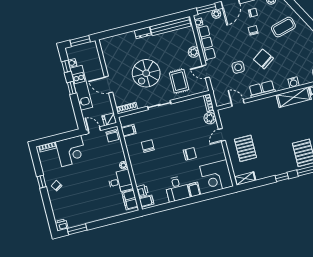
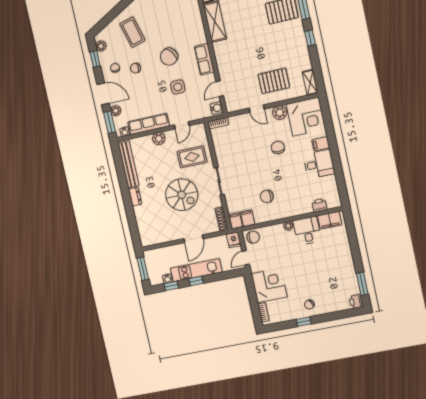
water cooler: (293, 82) -> (216, 108), moved
plant: (210, 118) -> (280, 113), moved
filing cabinet: (146, 201) -> (236, 221), moved

